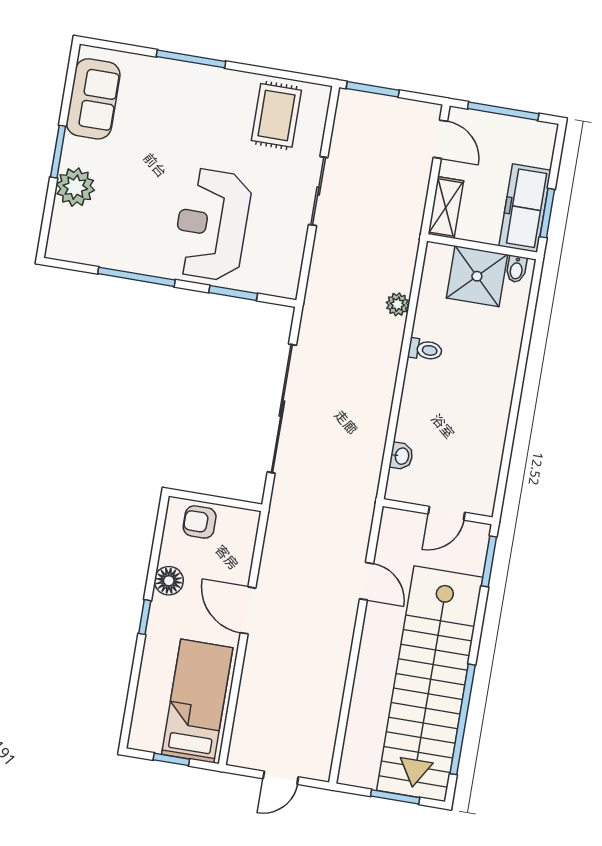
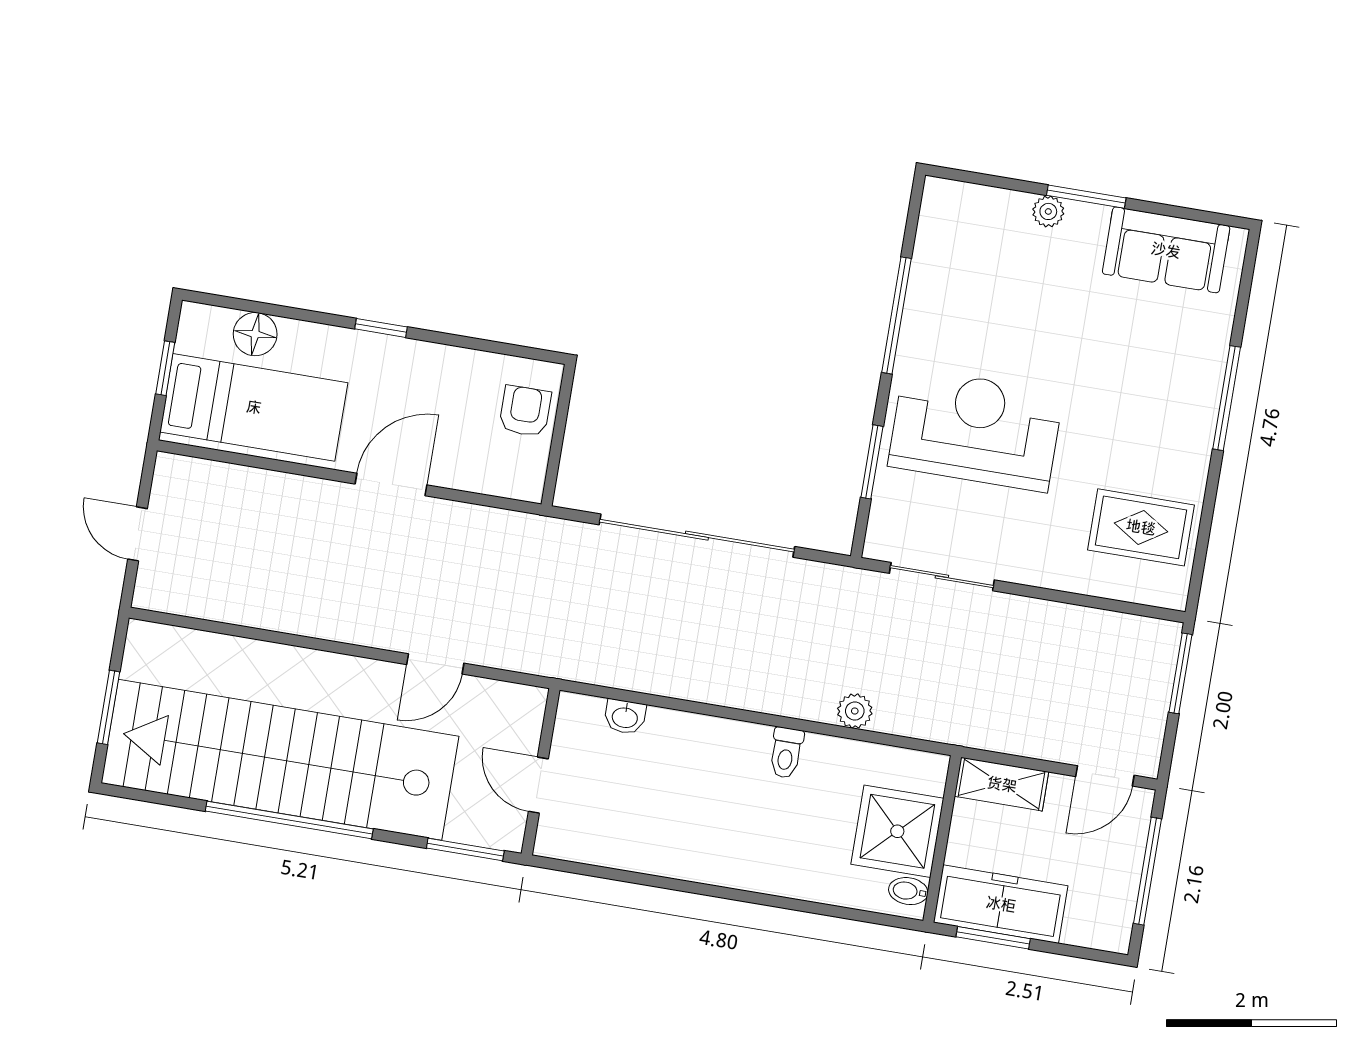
plant: (75, 187) -> (1048, 211), width x0.53, depth x0.53
sliding door: (318, 191) -> (942, 577), moved
floor lamp: (169, 581) -> (255, 334), moved
window: (463, 719) -> (289, 820), moved

